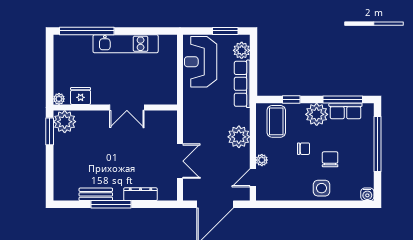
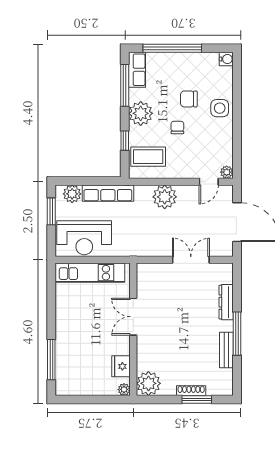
window: (87, 31) -> (51, 360), width x0.68
kitchen unit: (126, 44) -> (90, 273), moved, turned 90
double door: (127, 107) -> (133, 317), swing flipped
row of seats: (345, 111) -> (137, 70), moved
window: (50, 131) -> (197, 399), moved
plant: (262, 160) -> (227, 172), moved
shoe rack: (58, 161) -> (191, 391), added
door: (253, 178) -> (209, 182), hinge flipped

